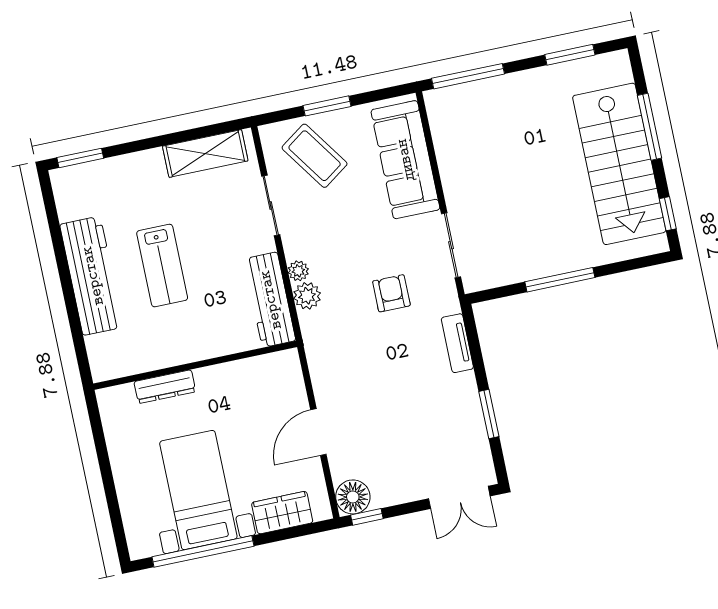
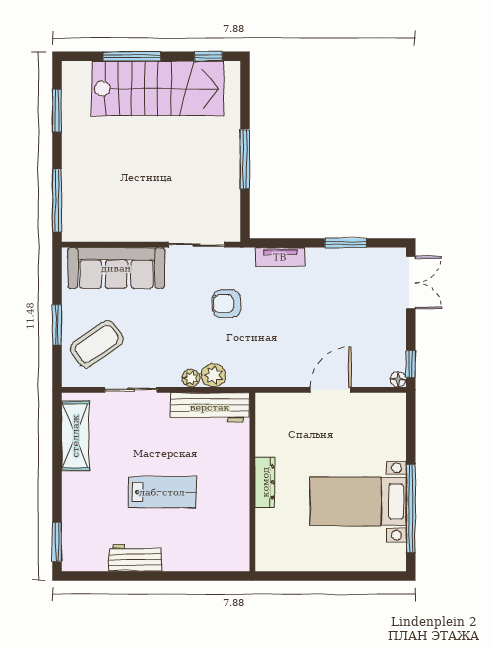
workbench: (92, 276) -> (135, 558), width x0.53, depth x0.76
dresser: (165, 387) -> (265, 482), moved
door: (318, 432) -> (331, 390), swing flipped
floor lamp: (353, 497) -> (398, 379), width x0.53, depth x0.53
wardrobe: (282, 513) -> (392, 435), removed

